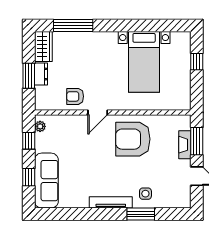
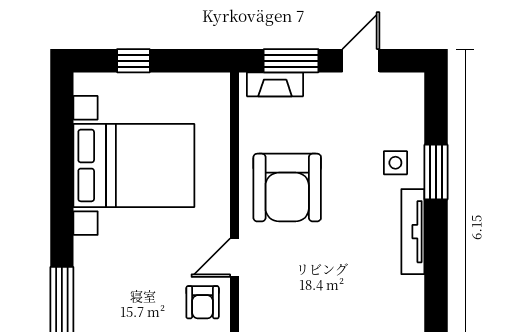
bed with nightstands: (144, 62) -> (134, 165), width x1.36
door: (98, 113) -> (234, 258), swing flipped
fireplace: (185, 145) -> (275, 84), moved

